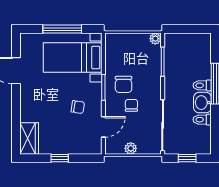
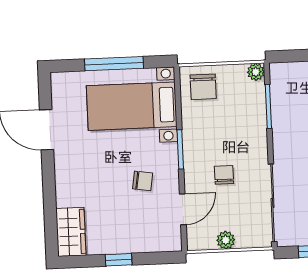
chair: (124, 84) -> (203, 87), moved

